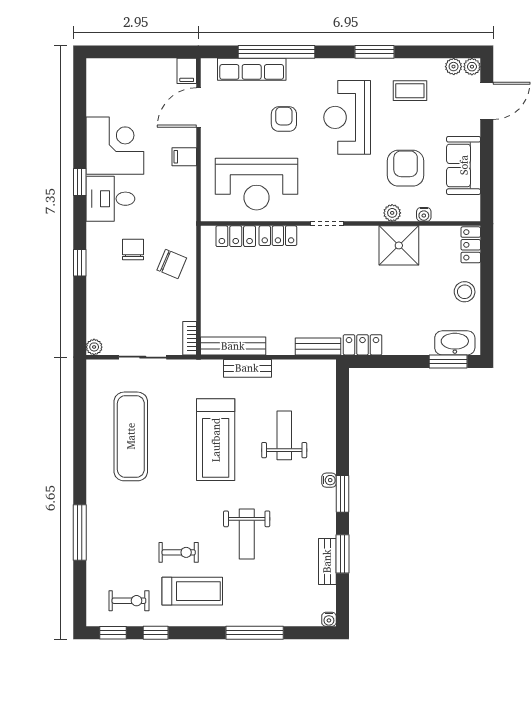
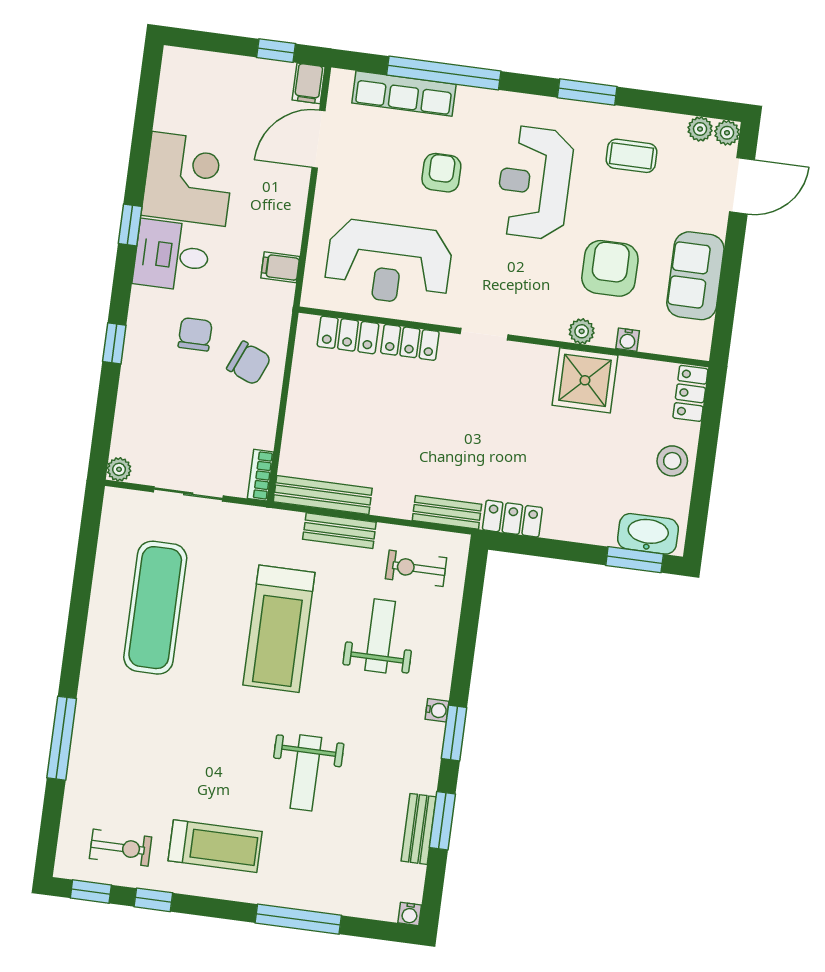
window: (162, 52) -> (276, 51), added
filing cabinet: (184, 157) -> (280, 267), moved
exercise bike: (179, 552) -> (416, 568), moved, turned 180

